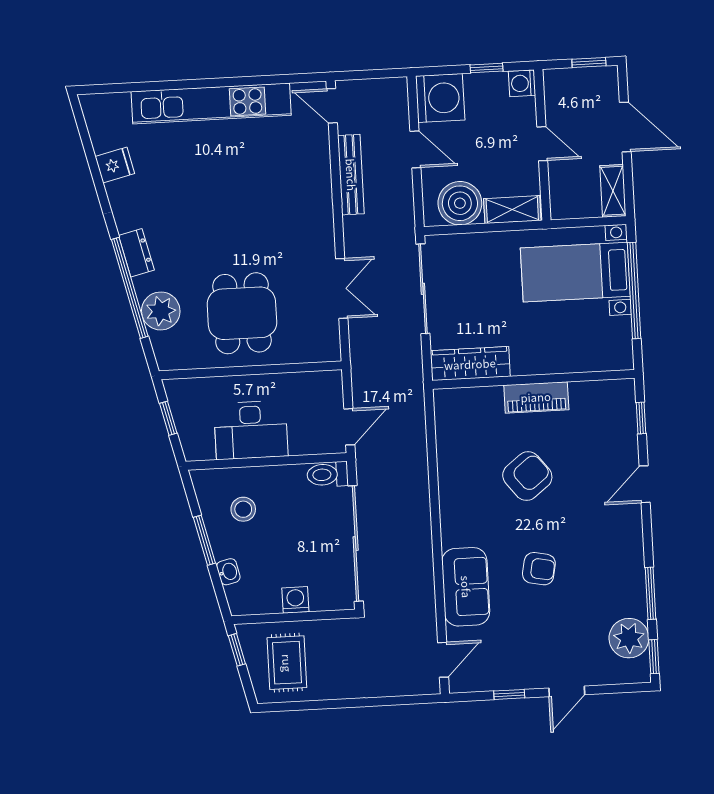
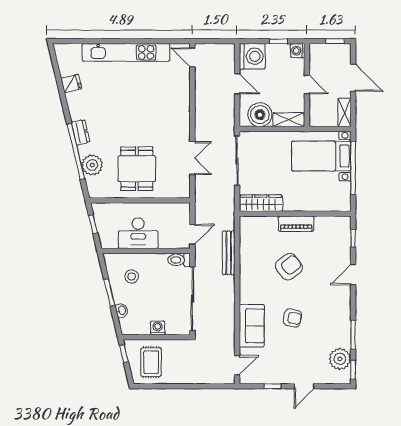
bench: (351, 175) -> (229, 253), moved

